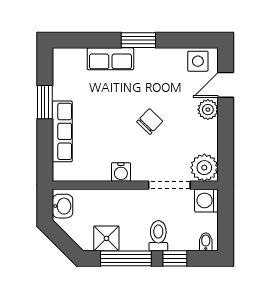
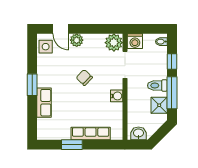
toilet: (158, 236) -> (157, 86), moved

